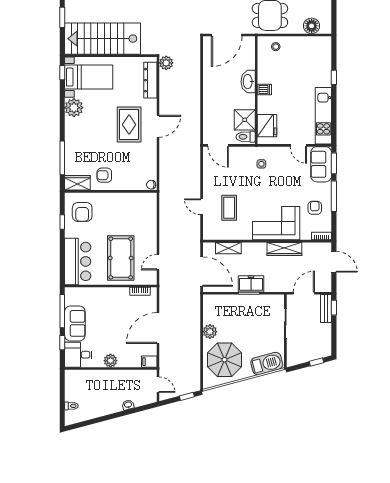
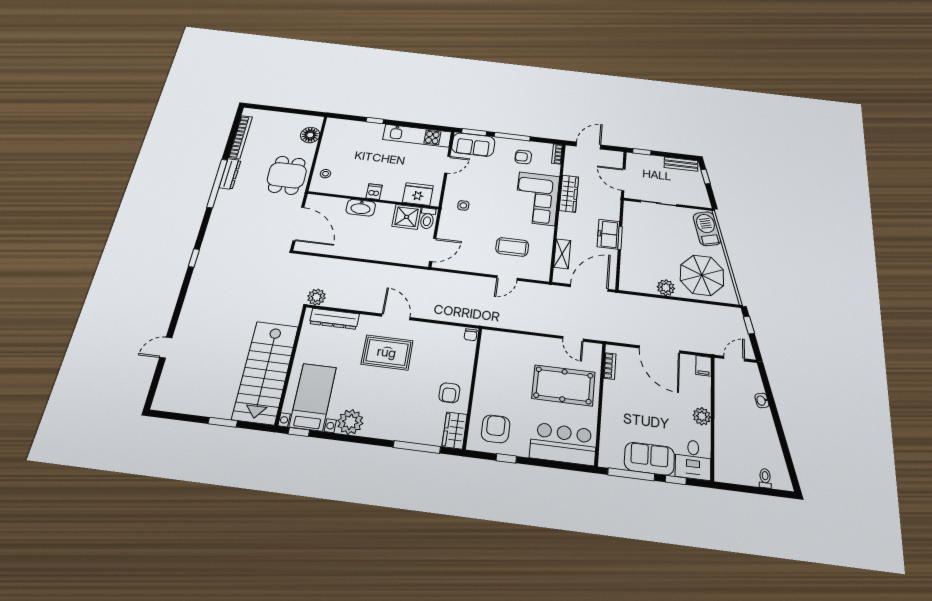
armchair: (82, 212) -> (496, 429), turned -90
bench: (326, 309) -> (681, 164), moved

